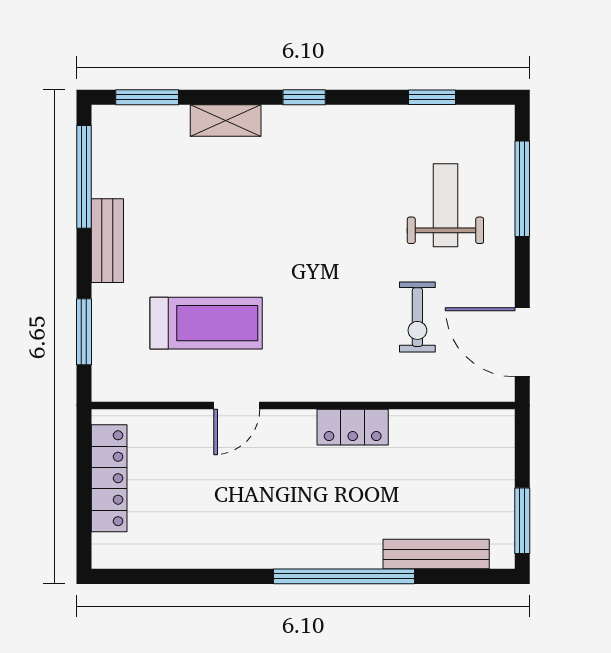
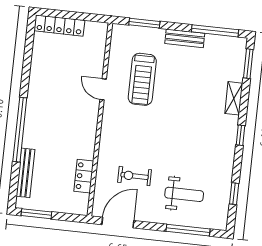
locker: (353, 427) -> (84, 176), moved
locker: (109, 478) -> (59, 26), moved

